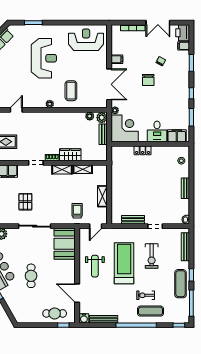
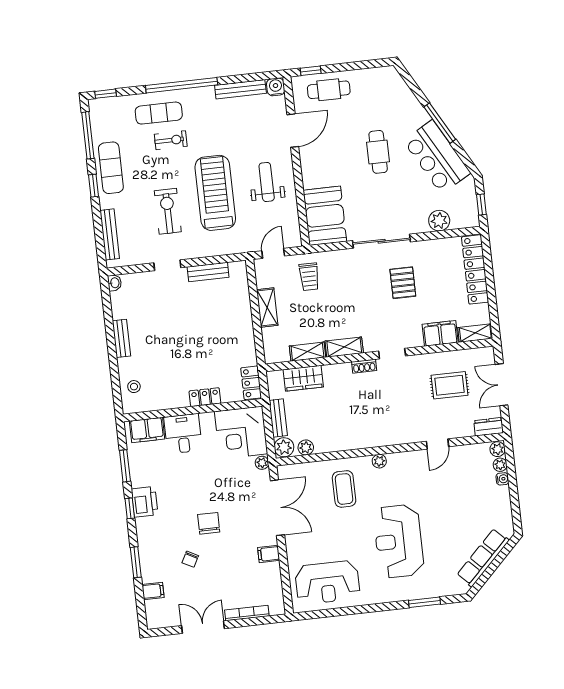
printer: (183, 33) -> (145, 502), moved
double door: (109, 84) -> (277, 508), swing flipped
wardrobe: (70, 155) -> (303, 378), moved
locker: (116, 155) -> (251, 383), added
treadmill: (124, 263) -> (215, 193), turned 180
door: (77, 293) -> (293, 131), hinge flipped

